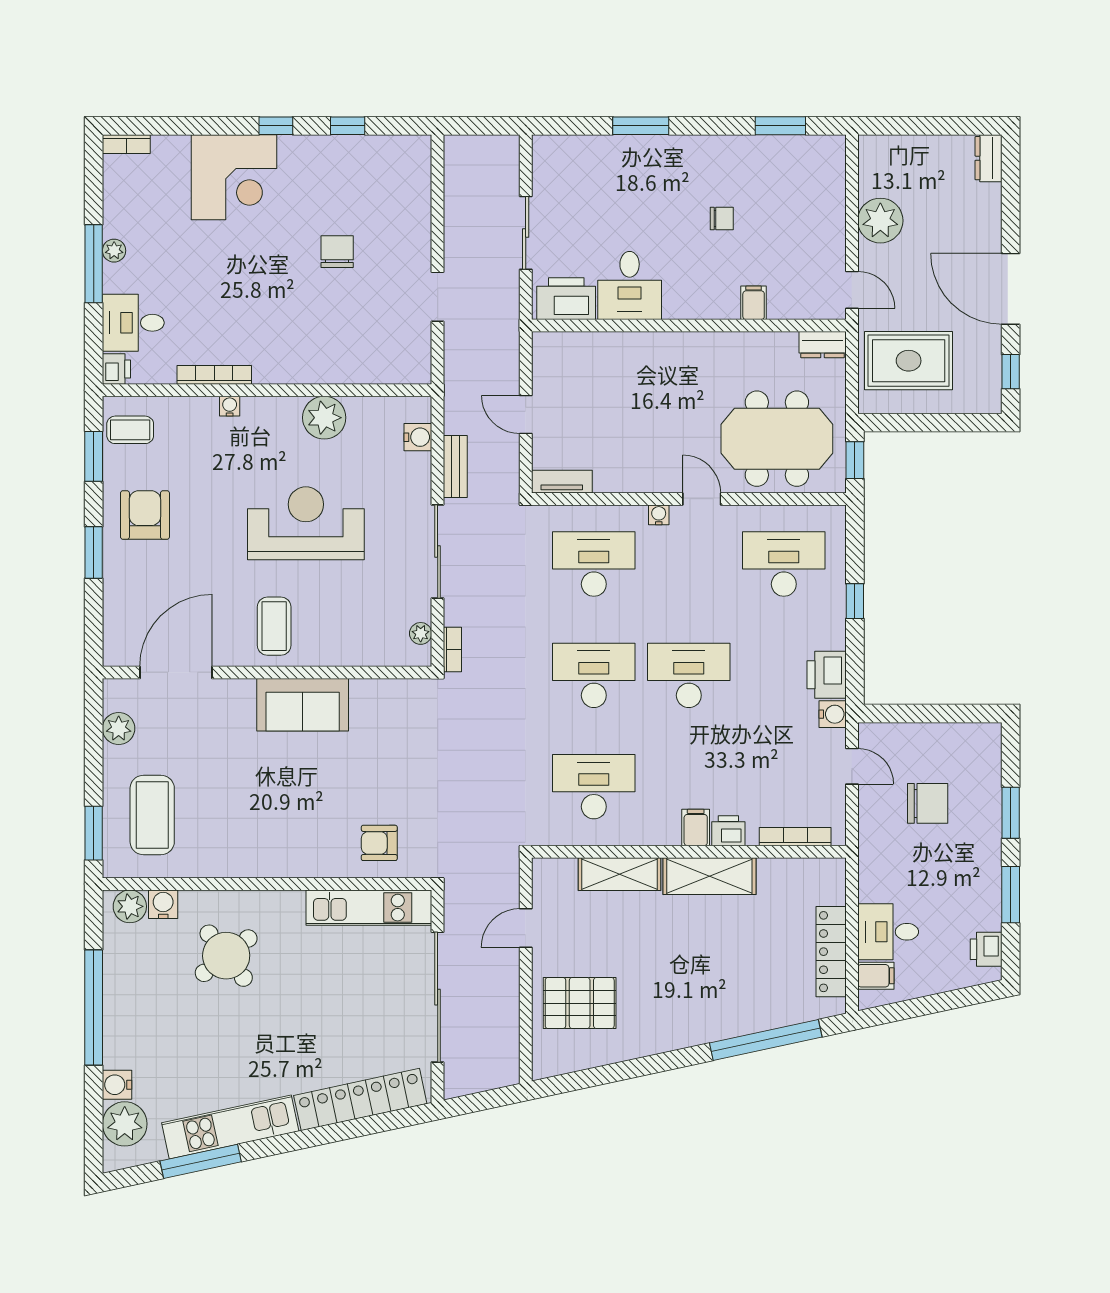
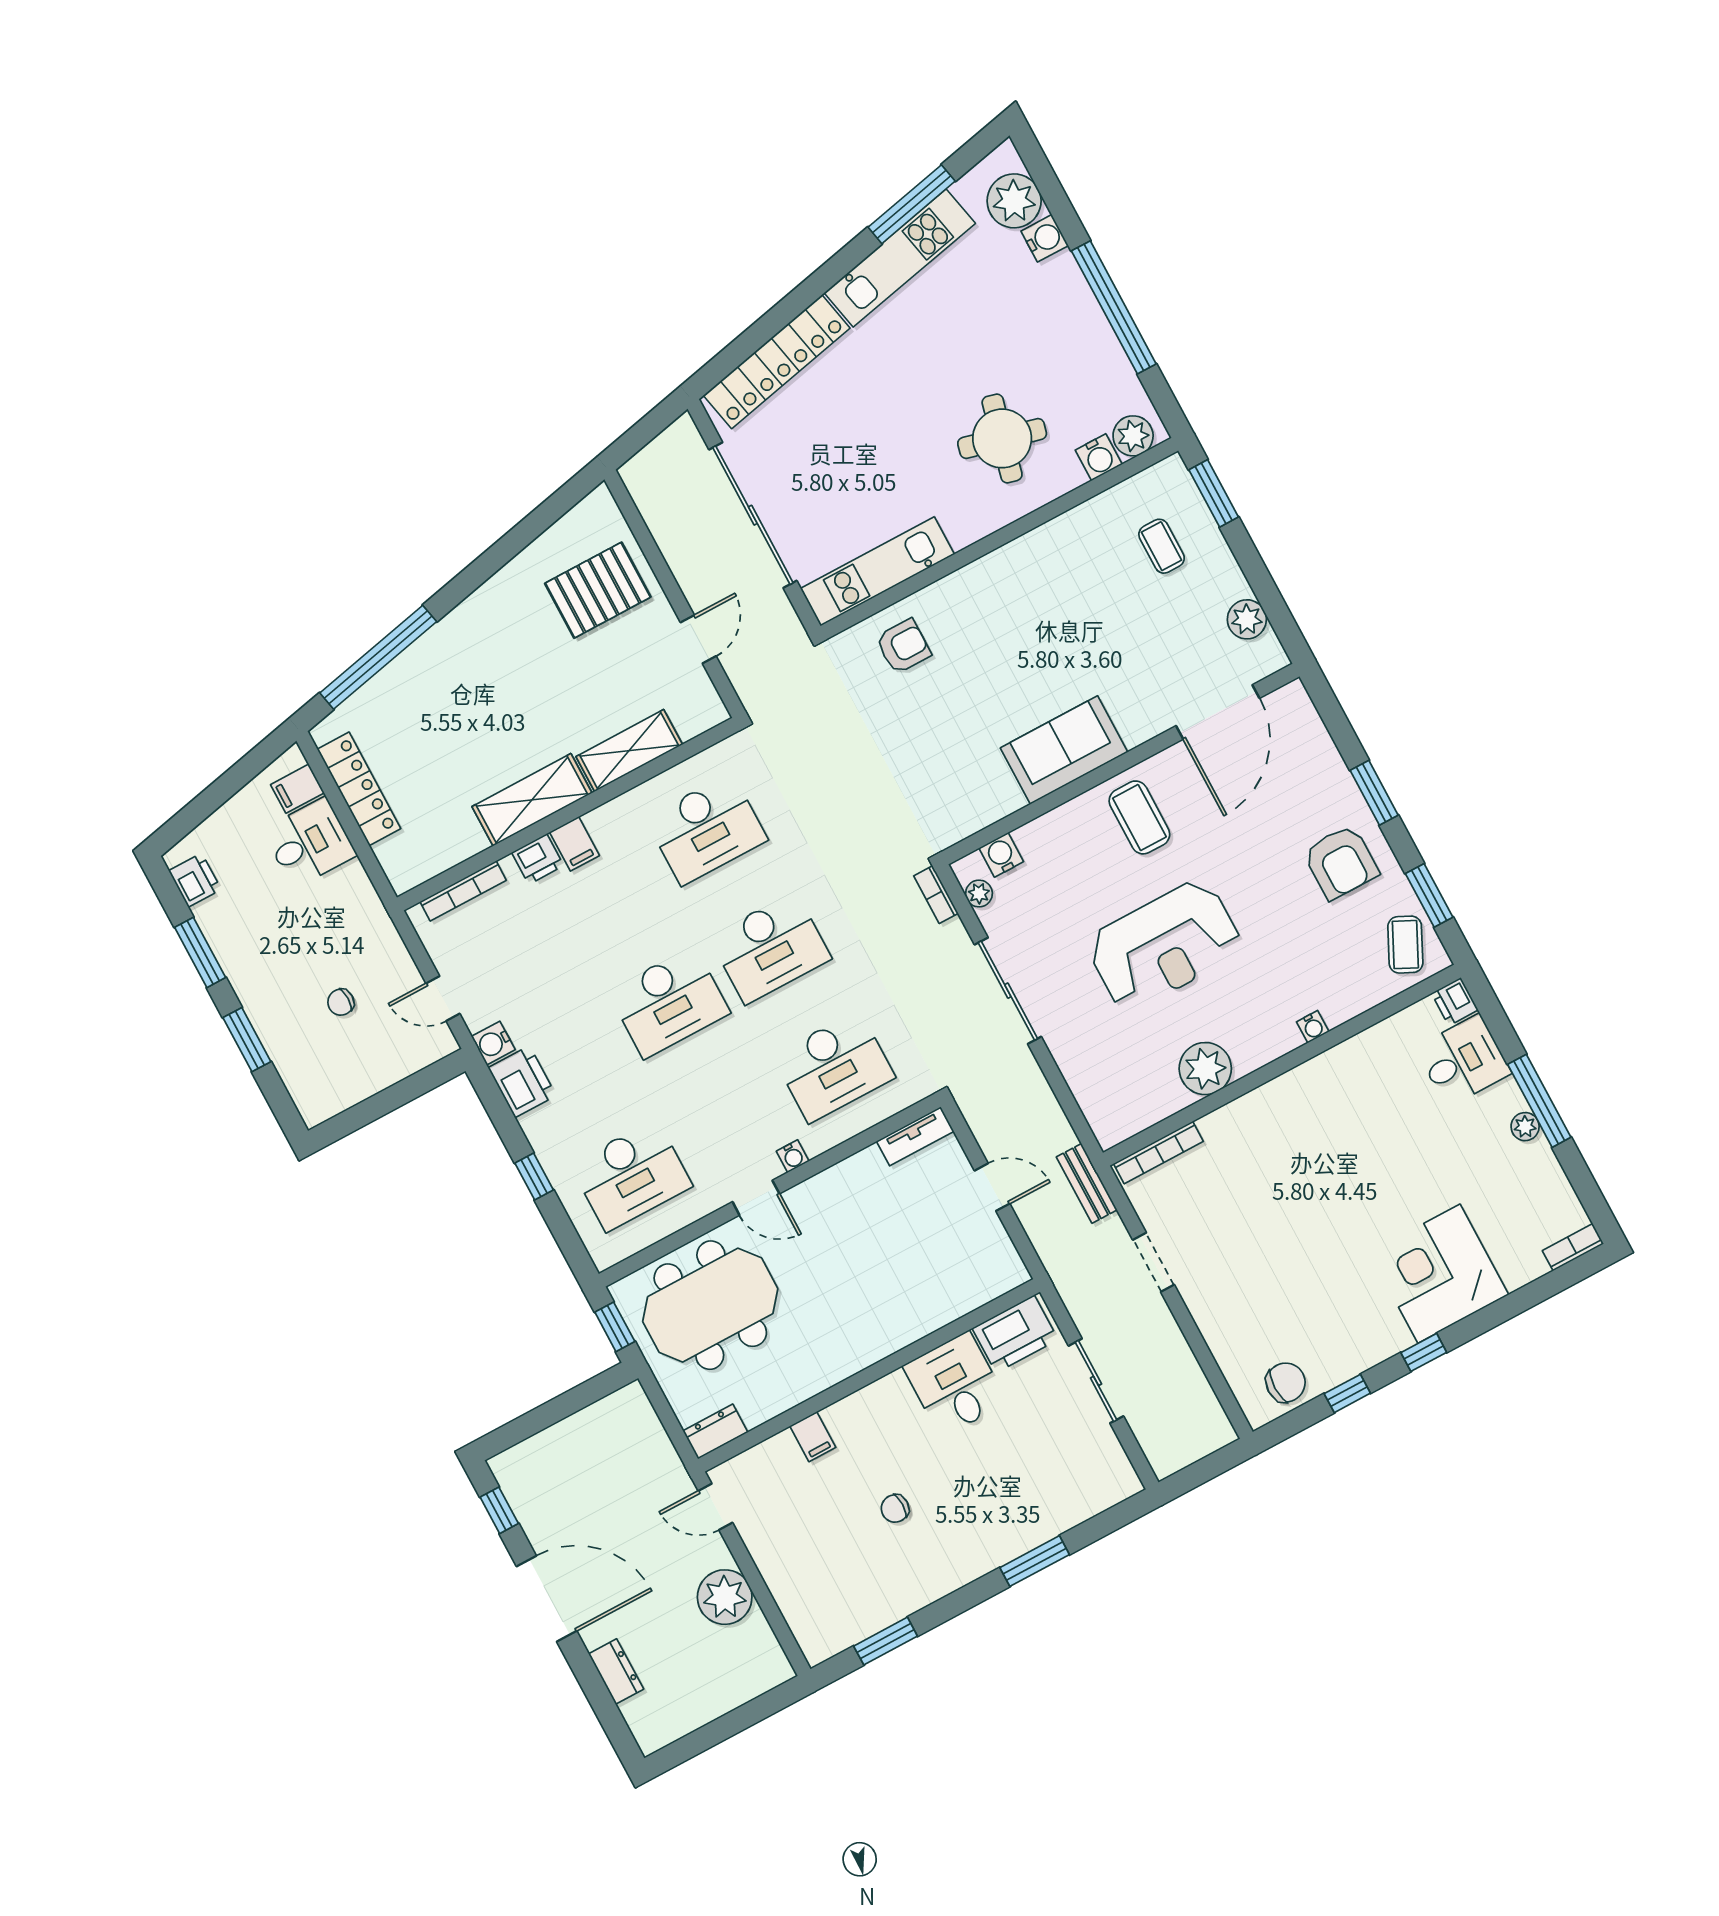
dresser: (988, 158) -> (616, 1672), moved
chair: (337, 252) -> (1286, 1382), moved, turned -90
rug: (909, 361) -> (614, 1464), removed
bookcase: (214, 375) -> (1158, 1153), moved
coffee table: (130, 430) -> (1405, 945), turned -64
water cooler: (418, 437) -> (1001, 855), moved, turned 90
bench: (455, 467) -> (1087, 1183), moved
chair: (928, 803) -> (341, 1002), width x0.54, depth x0.54
coffee table: (152, 815) -> (1162, 546), width x0.54, depth x0.58
round table: (226, 956) -> (1002, 438), turned -38

